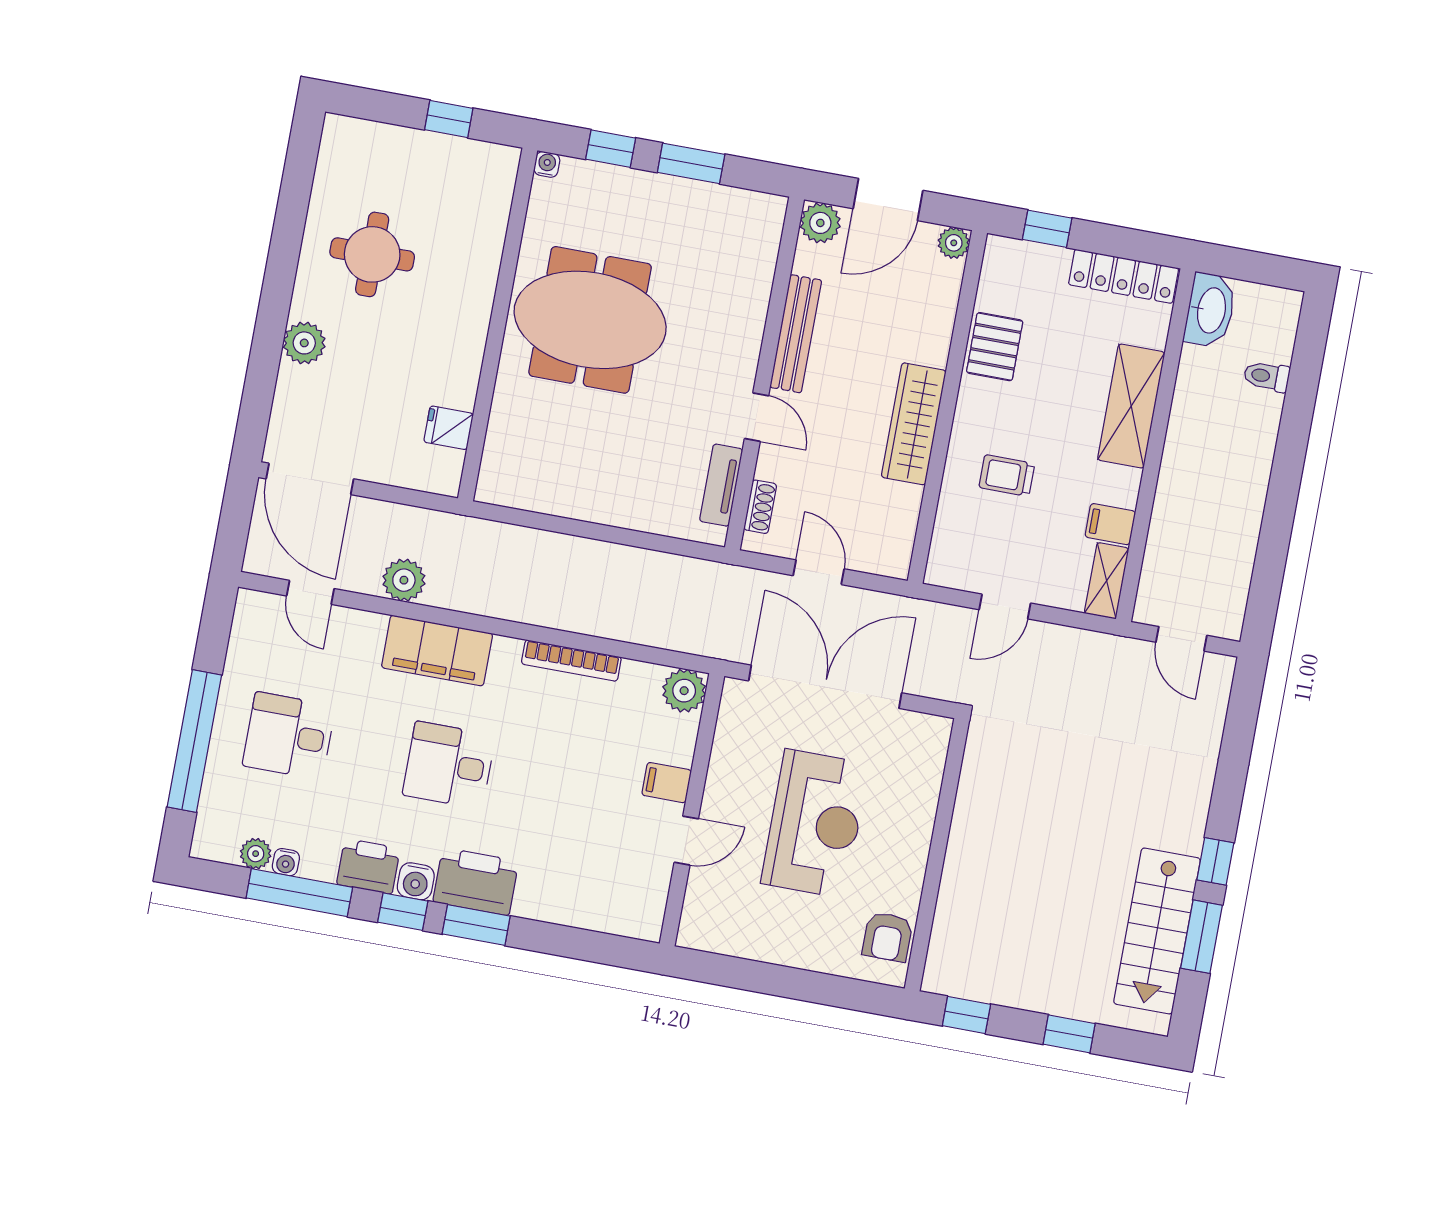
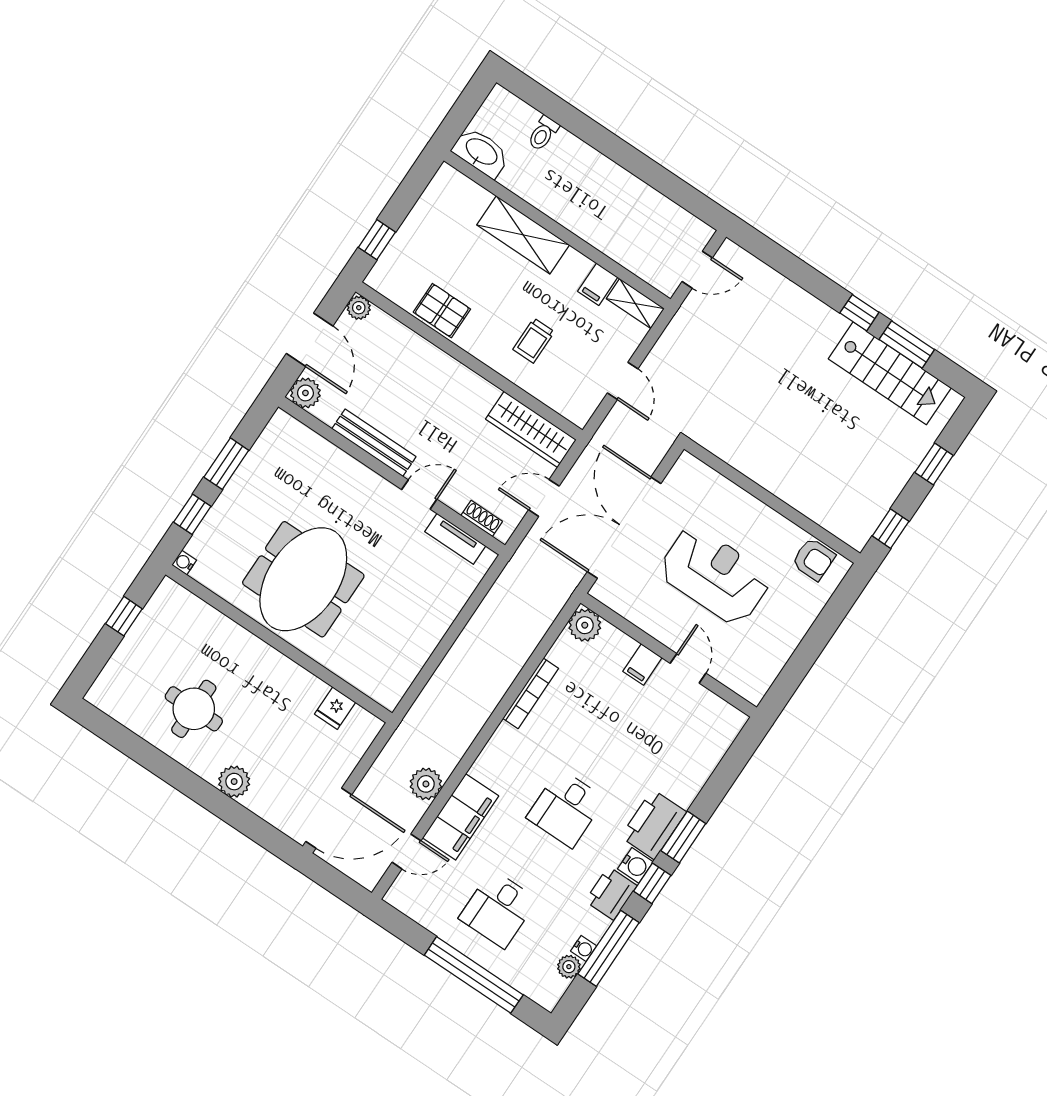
locker: (1124, 276) -> (432, 202), removed
wardrobe: (914, 424) -> (531, 429), moved
filing cabinet: (437, 651) -> (461, 817), moved

